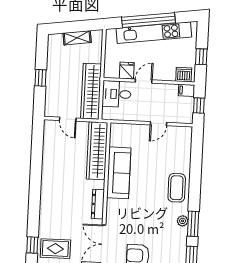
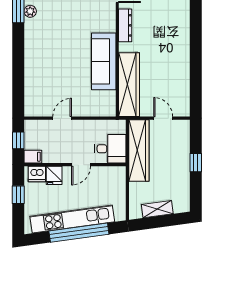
fridge: (127, 71) -> (54, 175), moved
coffee table: (177, 188) -> (38, 48), removed

